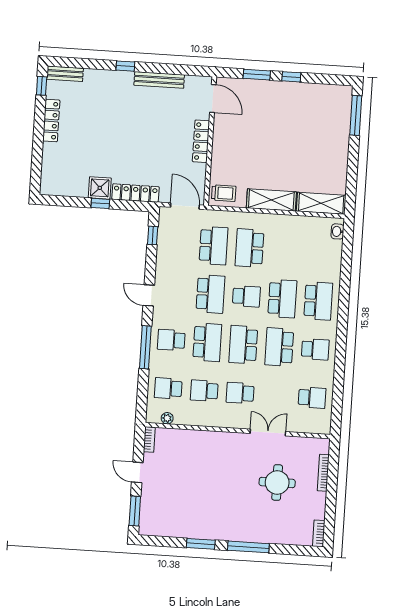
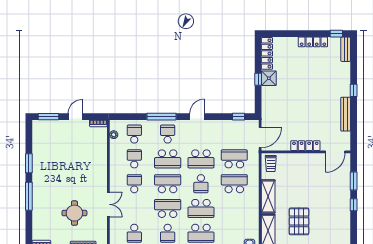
pallet: (310, 158) -> (299, 221), added
locker: (135, 193) -> (267, 53), moved
school desk: (214, 246) -> (234, 159), turned 180

